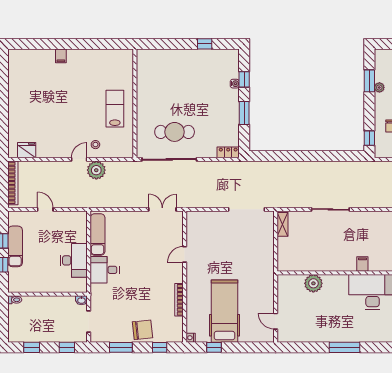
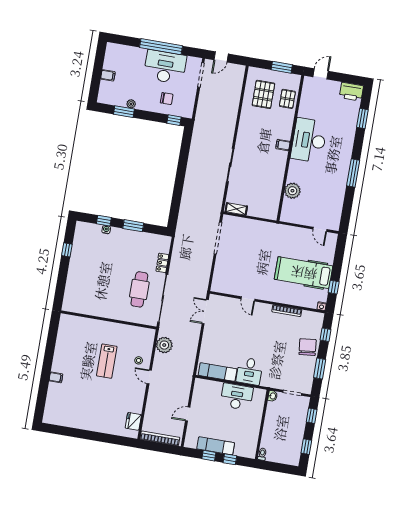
lab bench: (115, 109) -> (107, 361), moved, turned -90
locker: (228, 152) -> (162, 263), moved
plant: (96, 170) -> (164, 345), moved
door: (276, 321) -> (320, 229), hinge flipped

